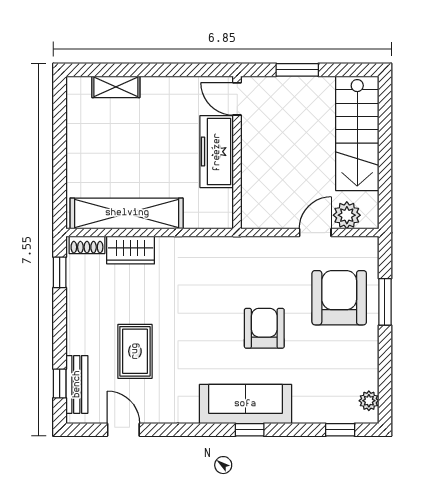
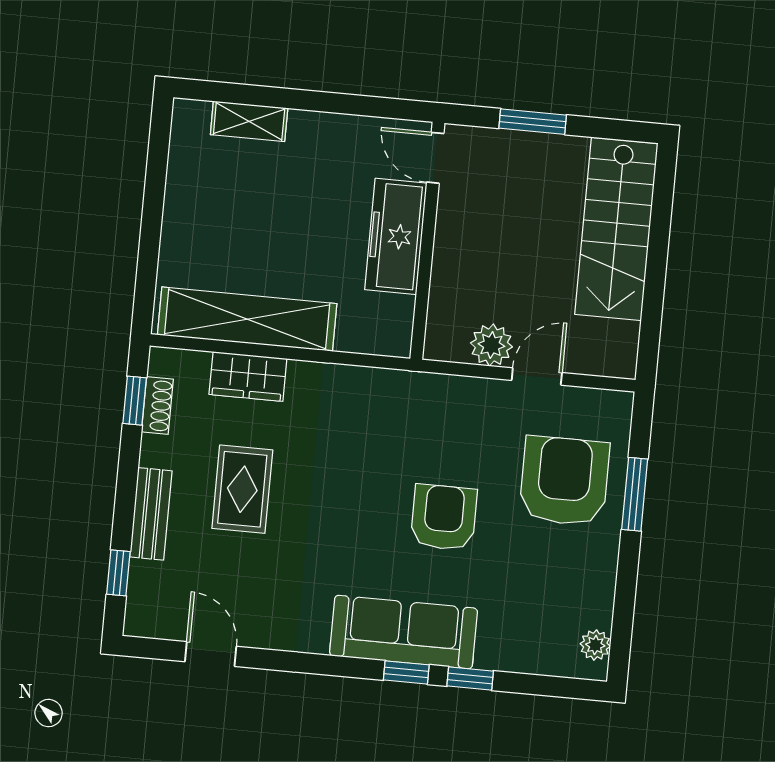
plant: (347, 215) -> (491, 345), moved
shoe rack: (87, 245) -> (157, 406), moved, turned -90
rug: (135, 351) -> (242, 489), moved
bench: (77, 384) -> (151, 514), moved
window: (340, 430) -> (470, 679), moved

